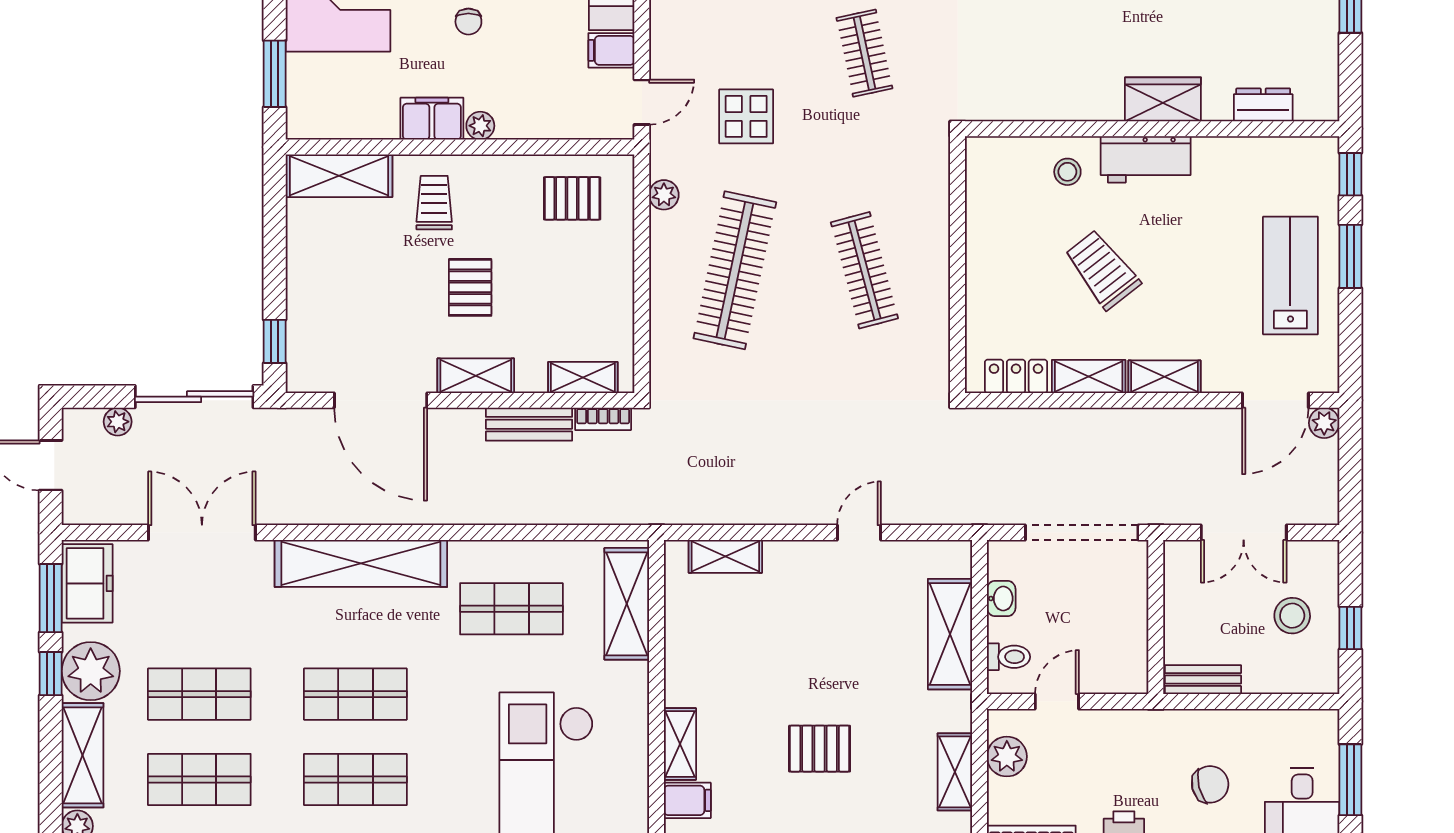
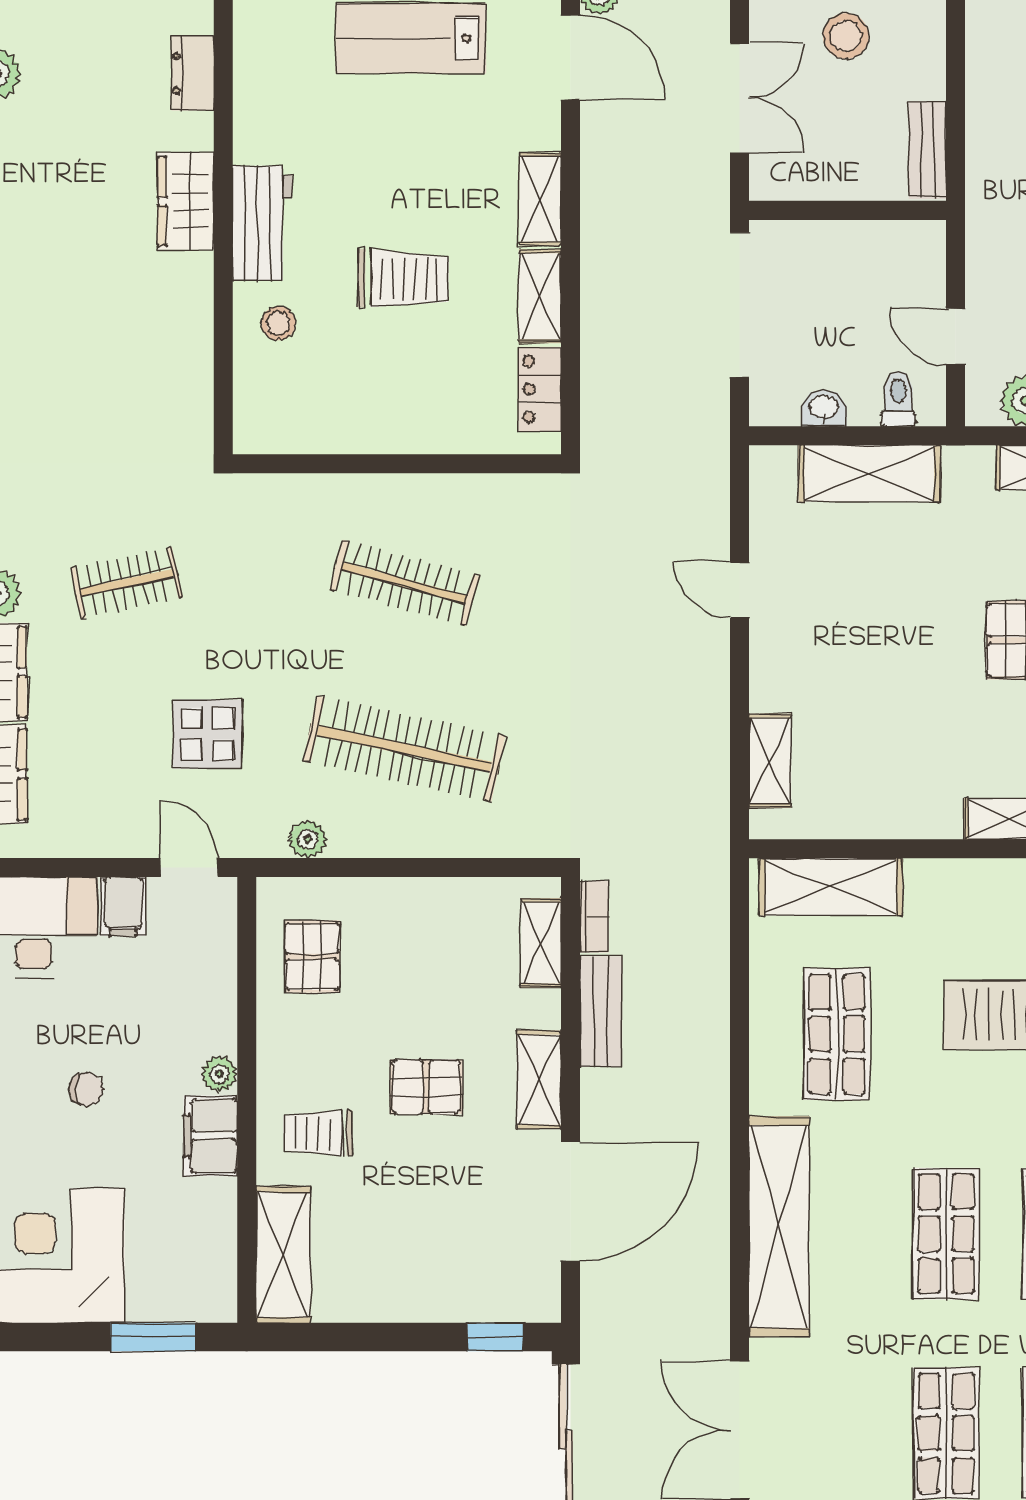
clothes rail: (864, 270) -> (404, 583), turned 30
trolley: (1102, 270) -> (403, 279), turned -141

